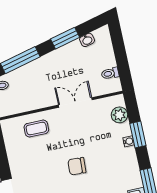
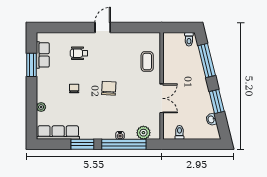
window: (138, 135) -> (124, 144), width x2.11

